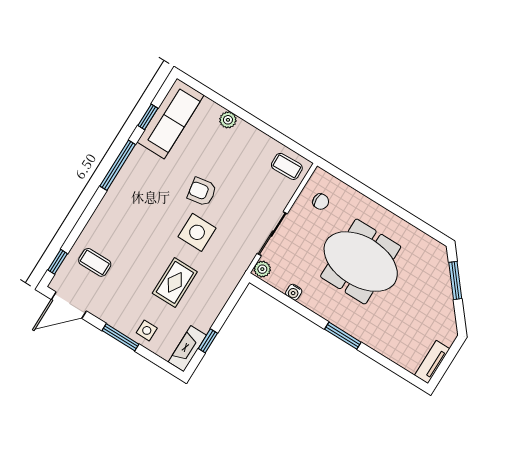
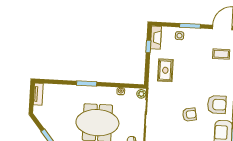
armchair: (148, 183) -> (217, 105), added
side table: (197, 232) -> (181, 94), removed
rug: (175, 282) -> (165, 70), moved

